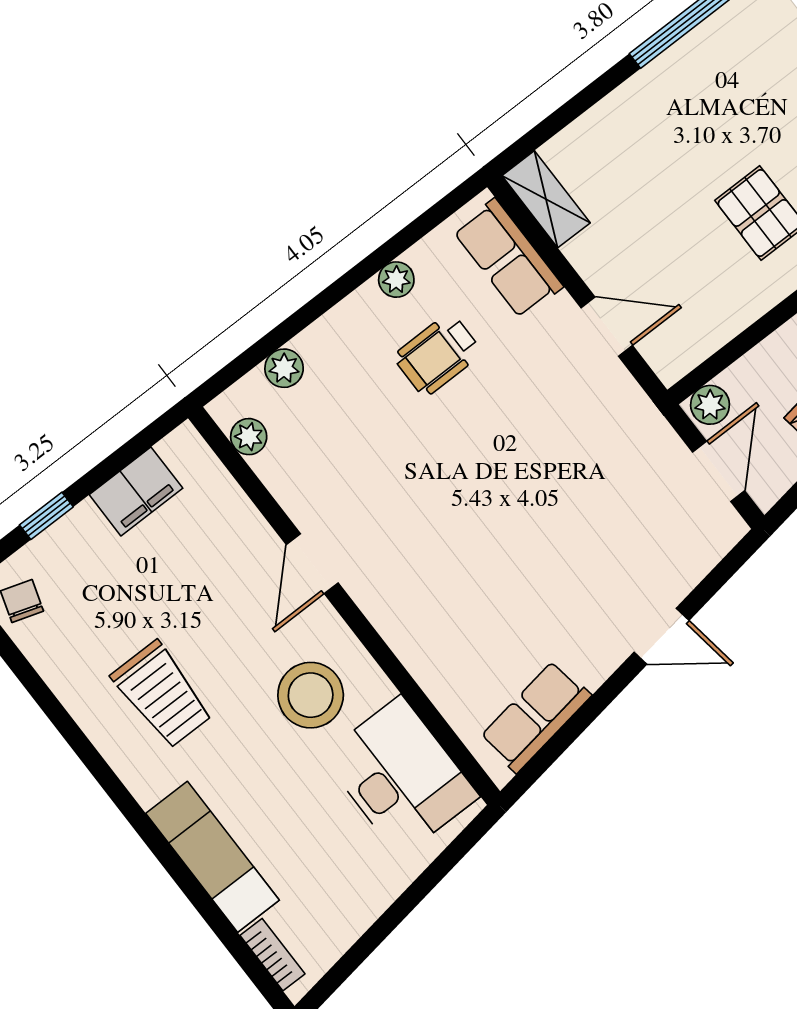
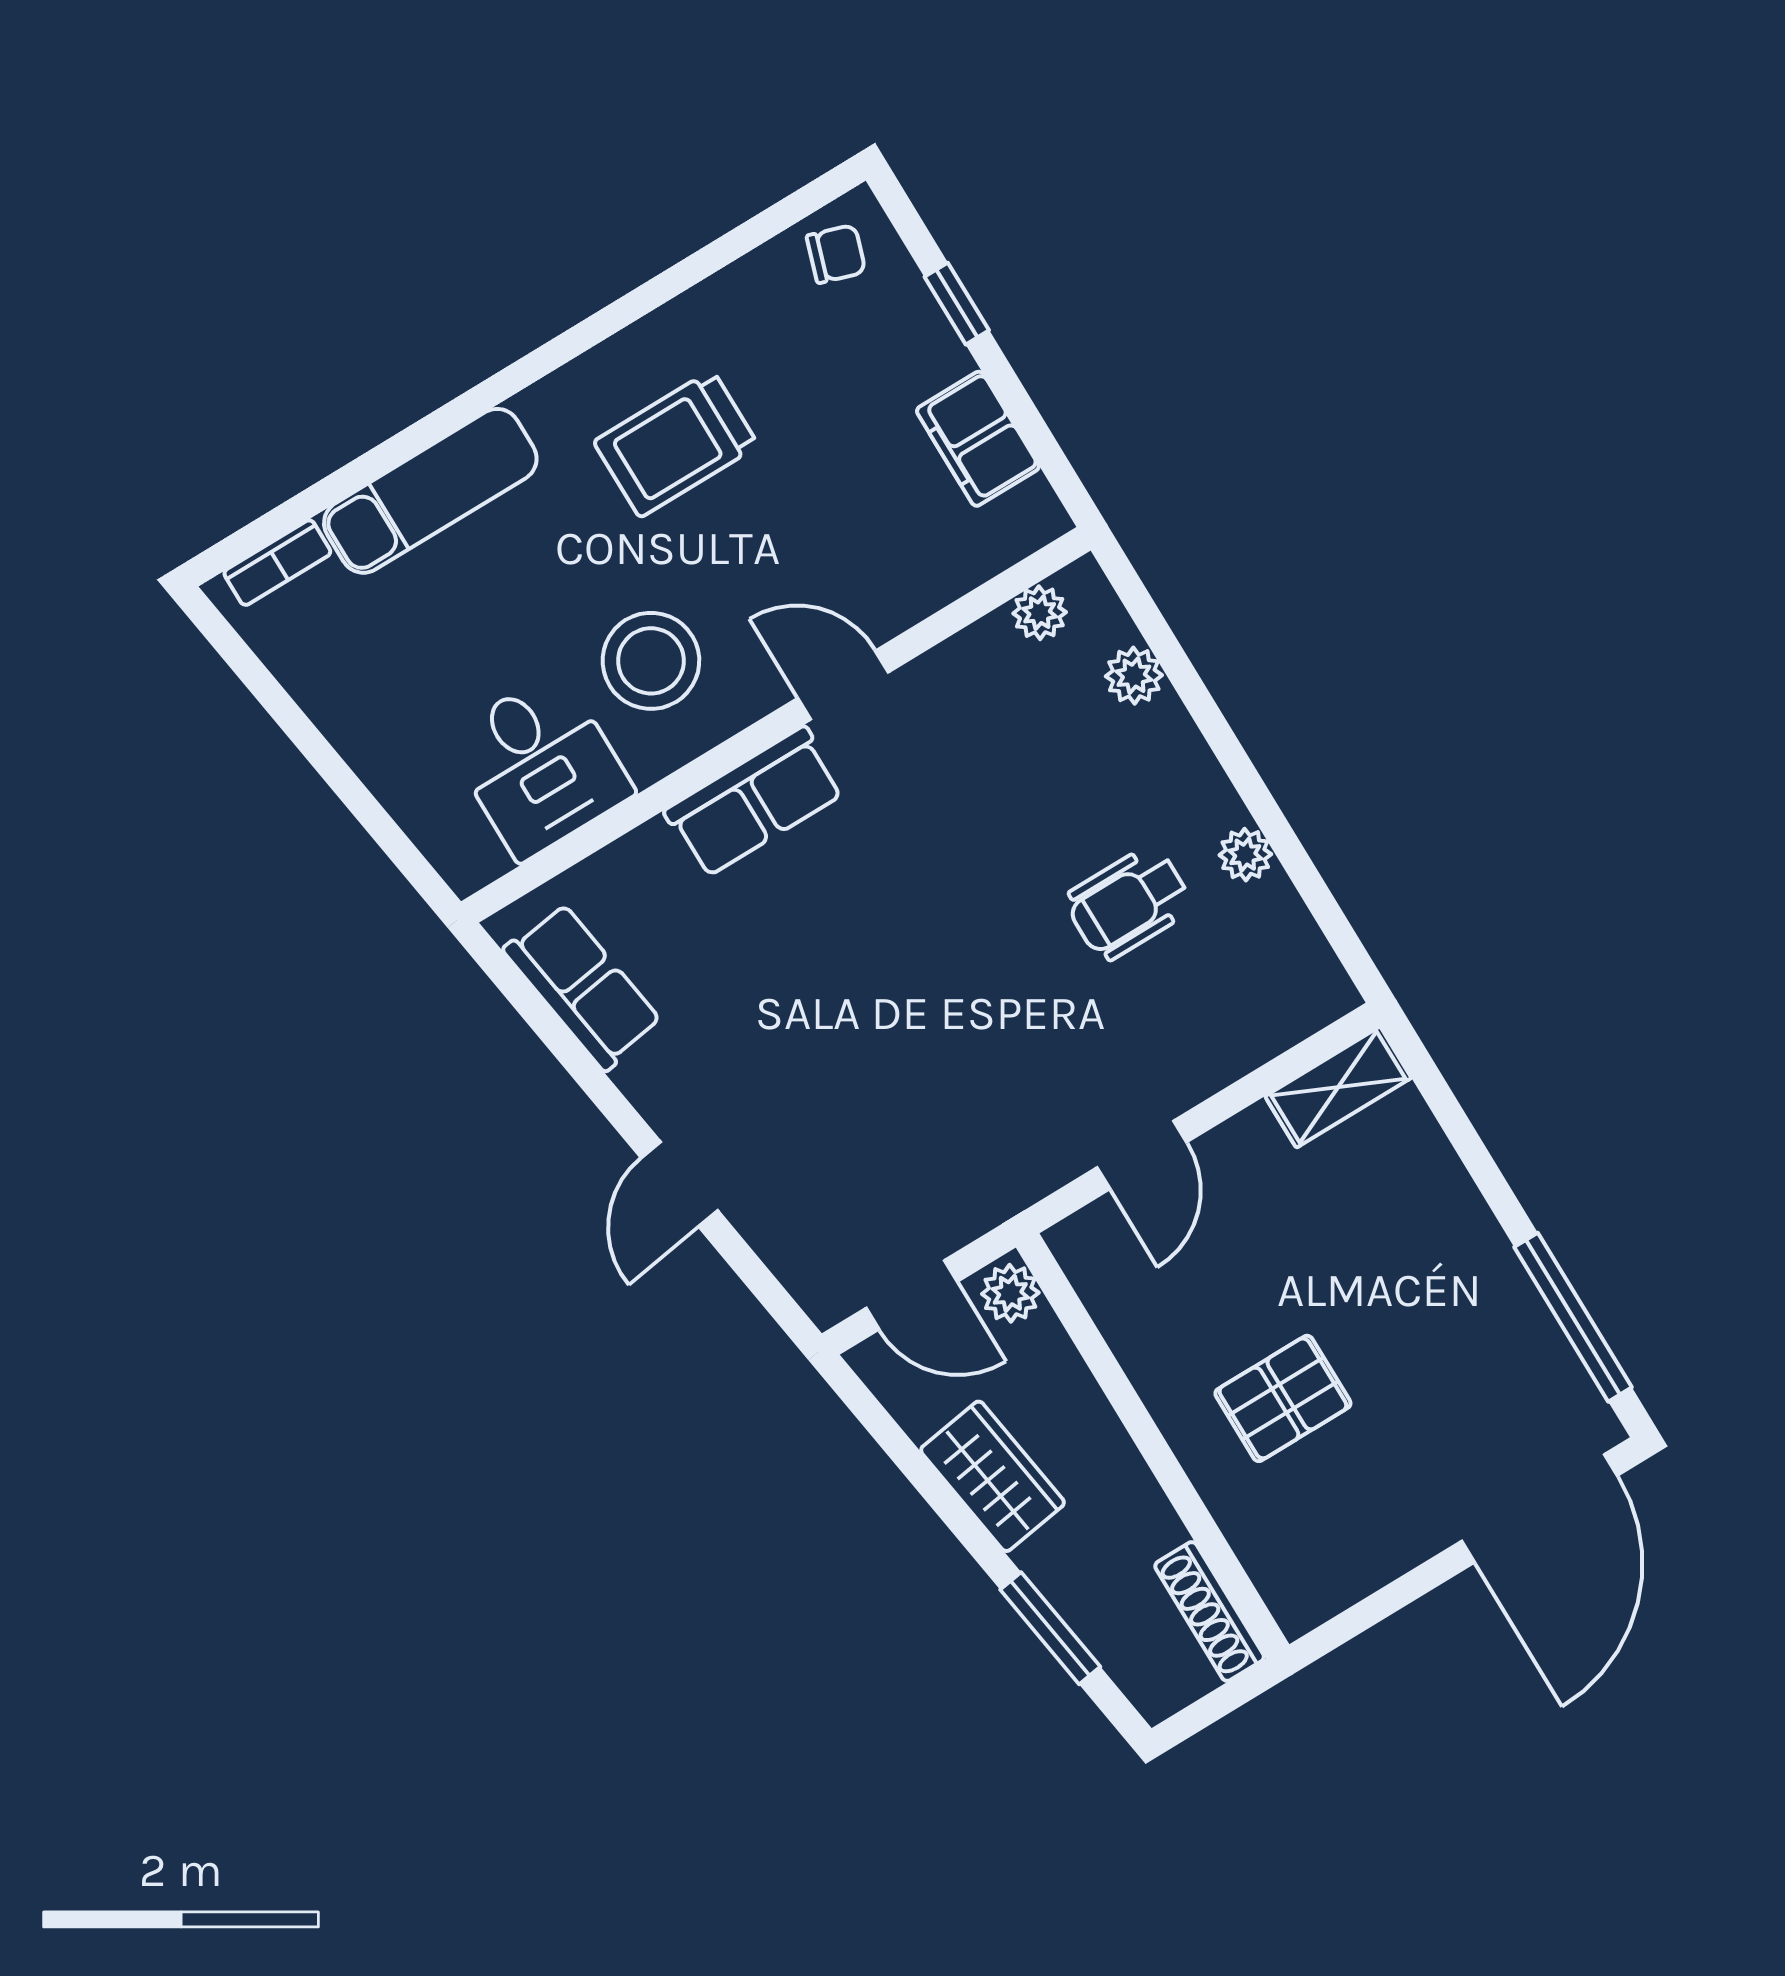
row of seats: (508, 259) -> (754, 802), moved, turned 180
wheelchair: (438, 355) -> (1129, 903), turned -90
desk: (400, 776) -> (540, 766), width x0.73

